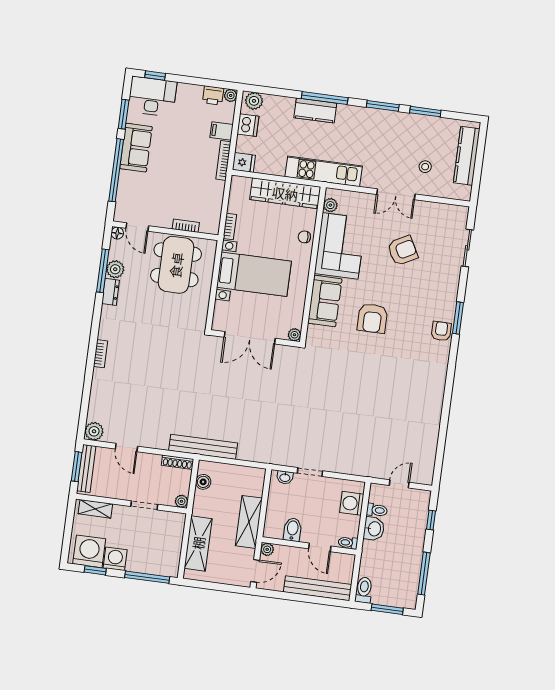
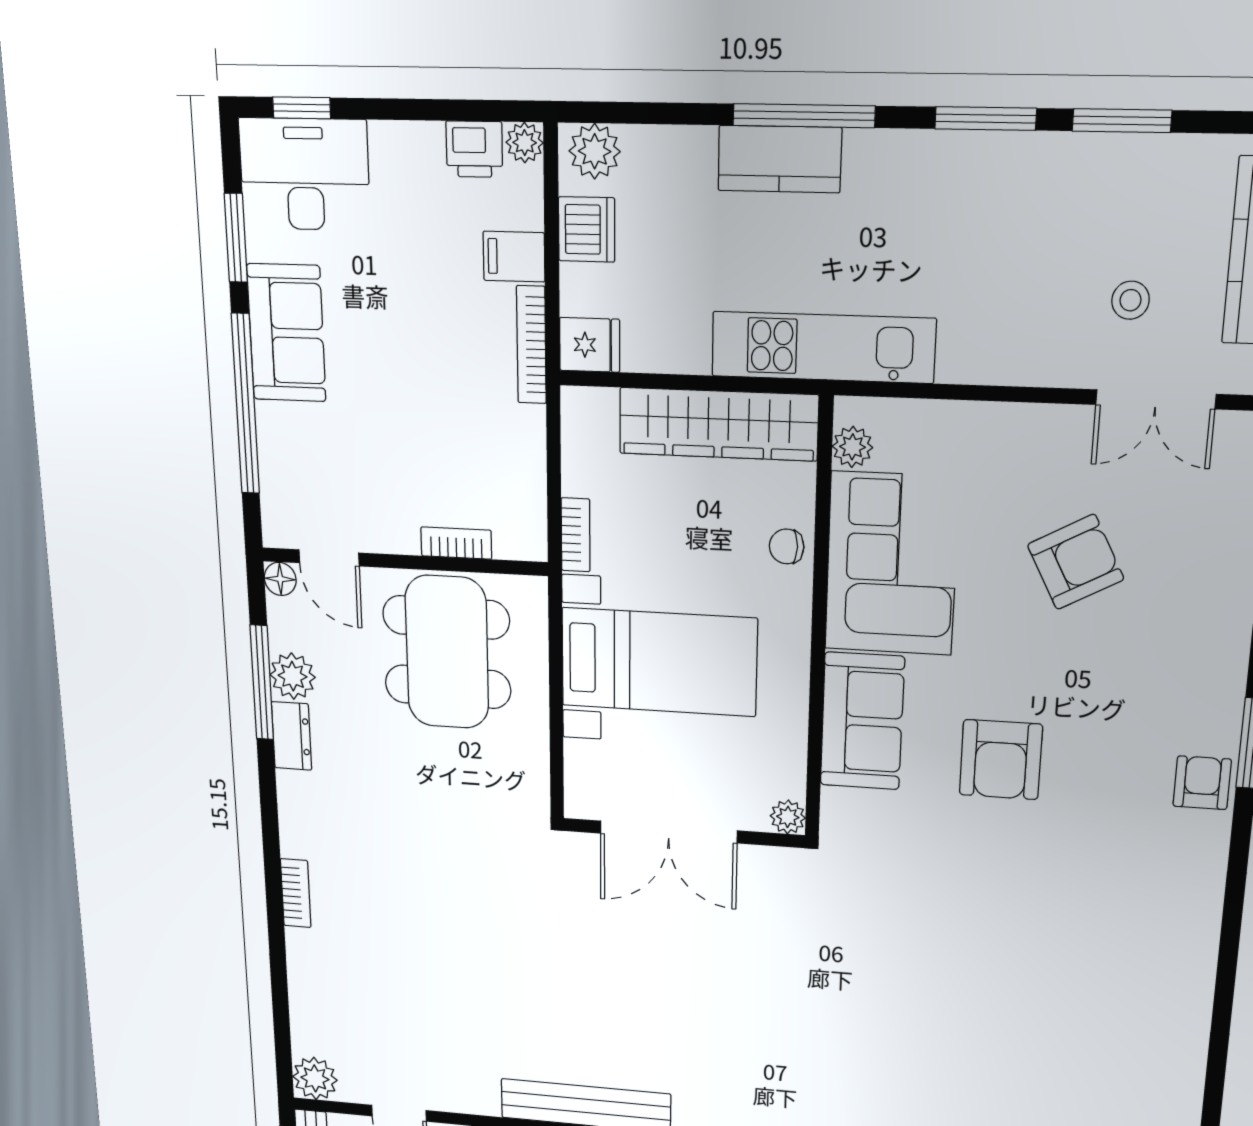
double door: (396, 194) -> (1156, 399), moved

